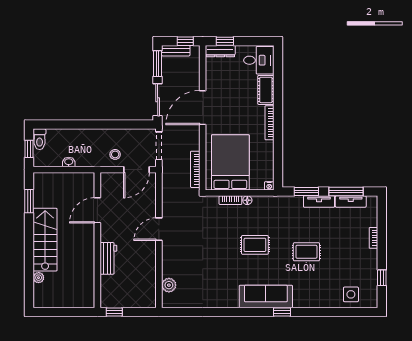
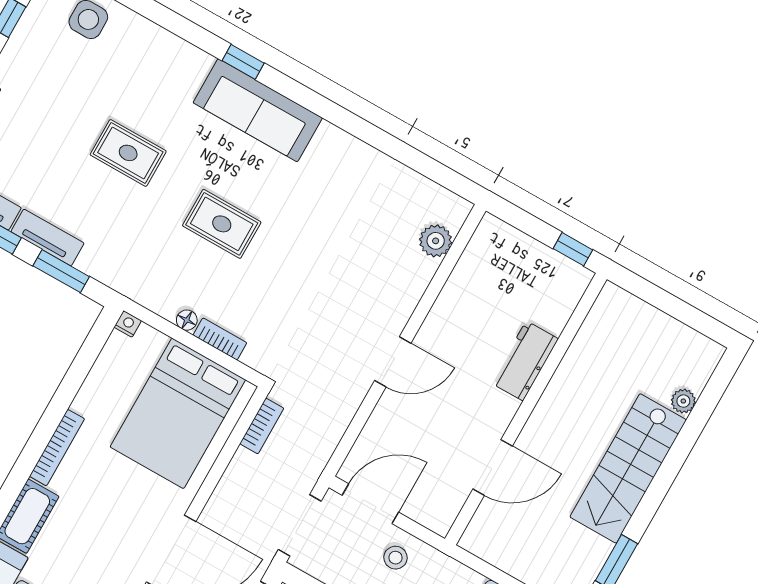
bookcase: (195, 169) -> (262, 426), width x0.64

